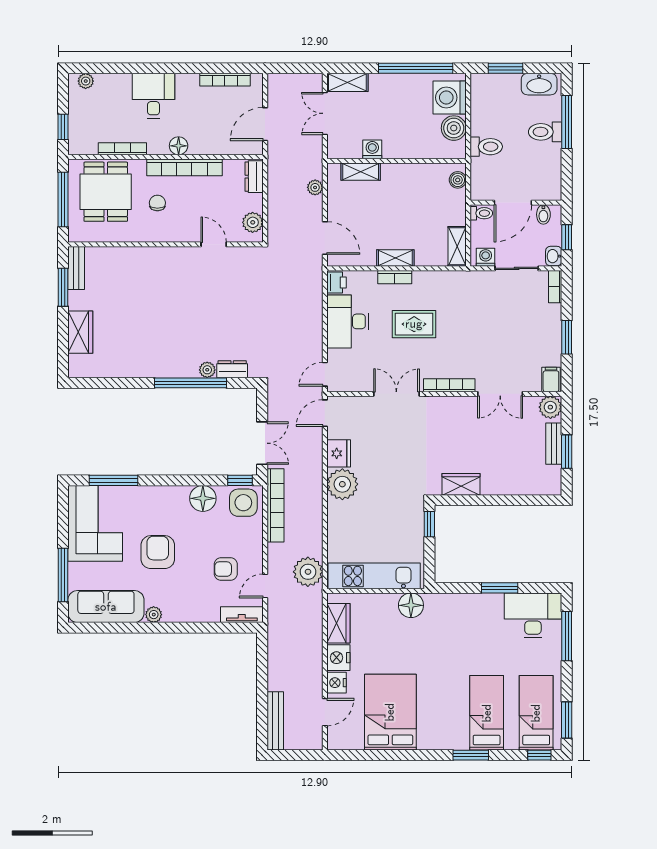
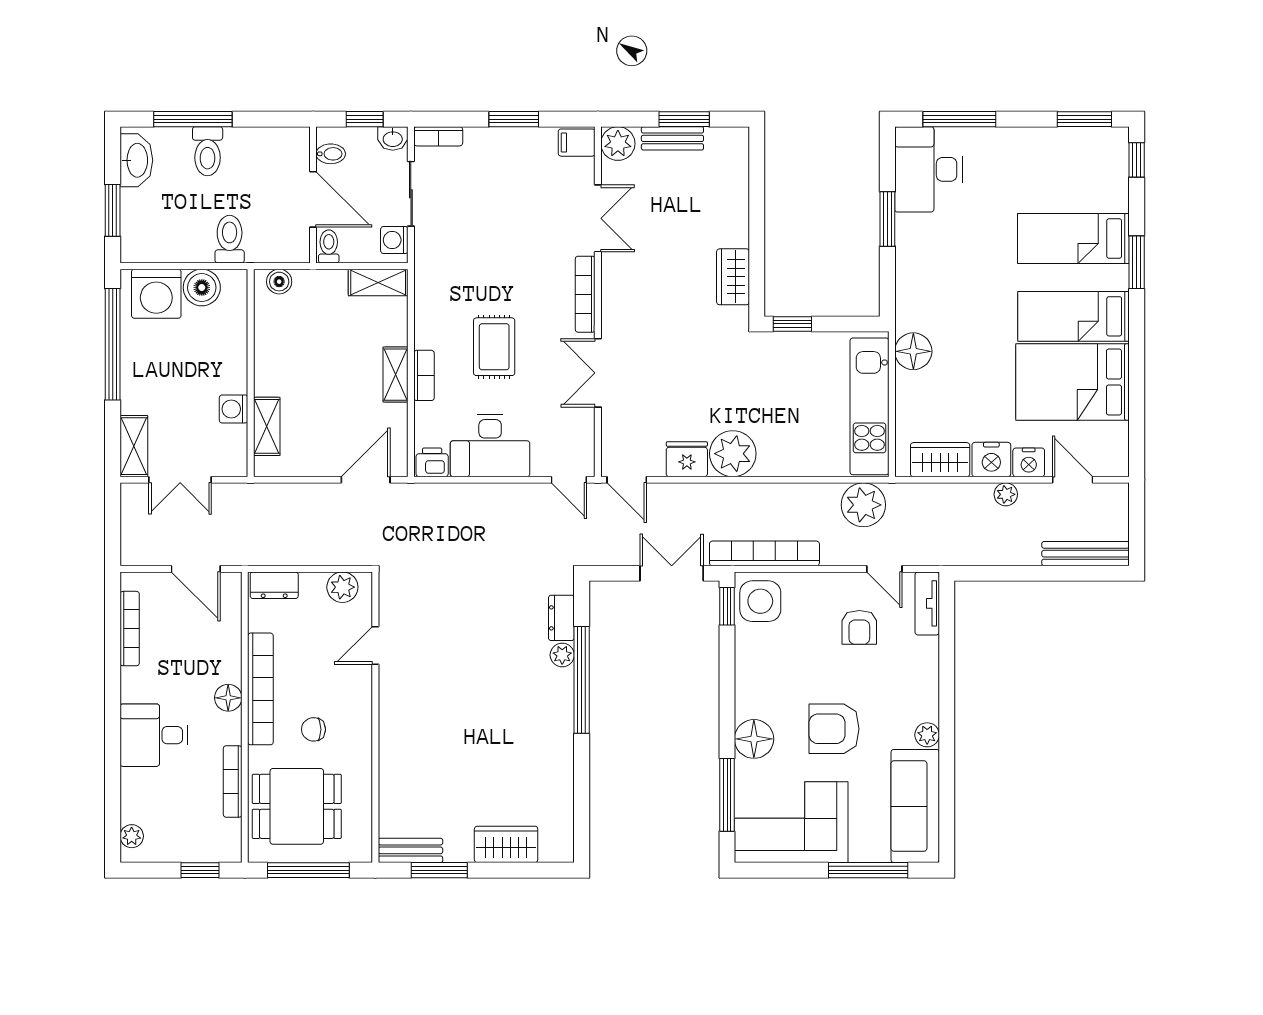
plant: (315, 187) -> (1006, 494), moved
floor lamp: (203, 498) -> (754, 739), moved
bed: (536, 713) -> (1074, 316), moved

